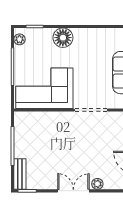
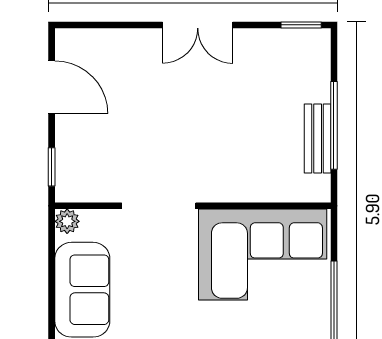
bench: (20, 174) -> (318, 138), moved
plant: (97, 184) -> (144, 41), removed

